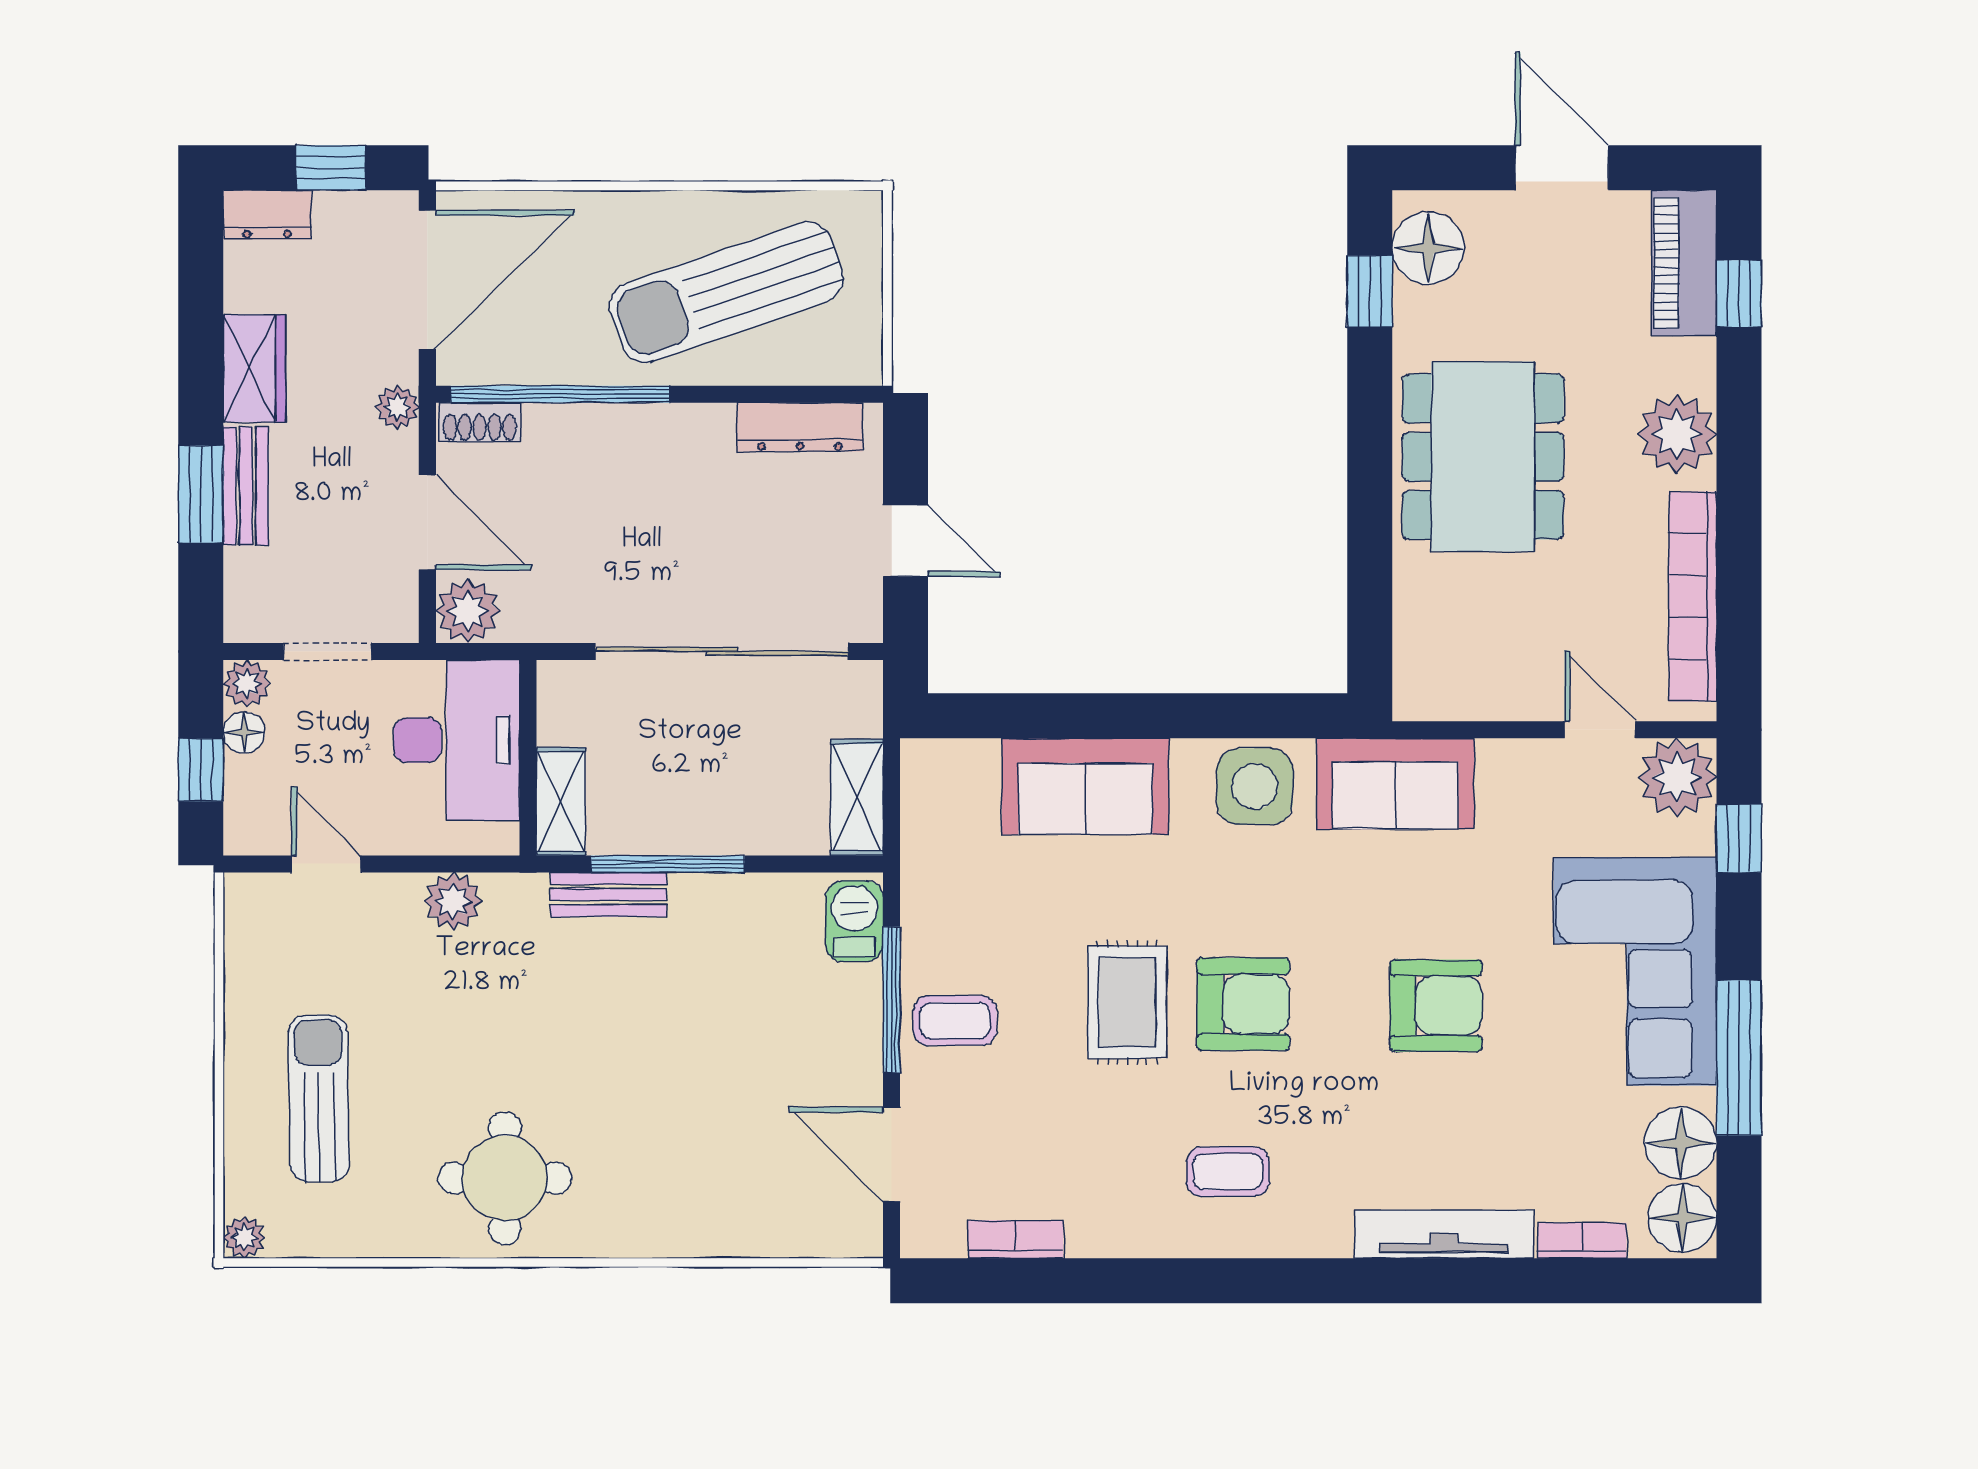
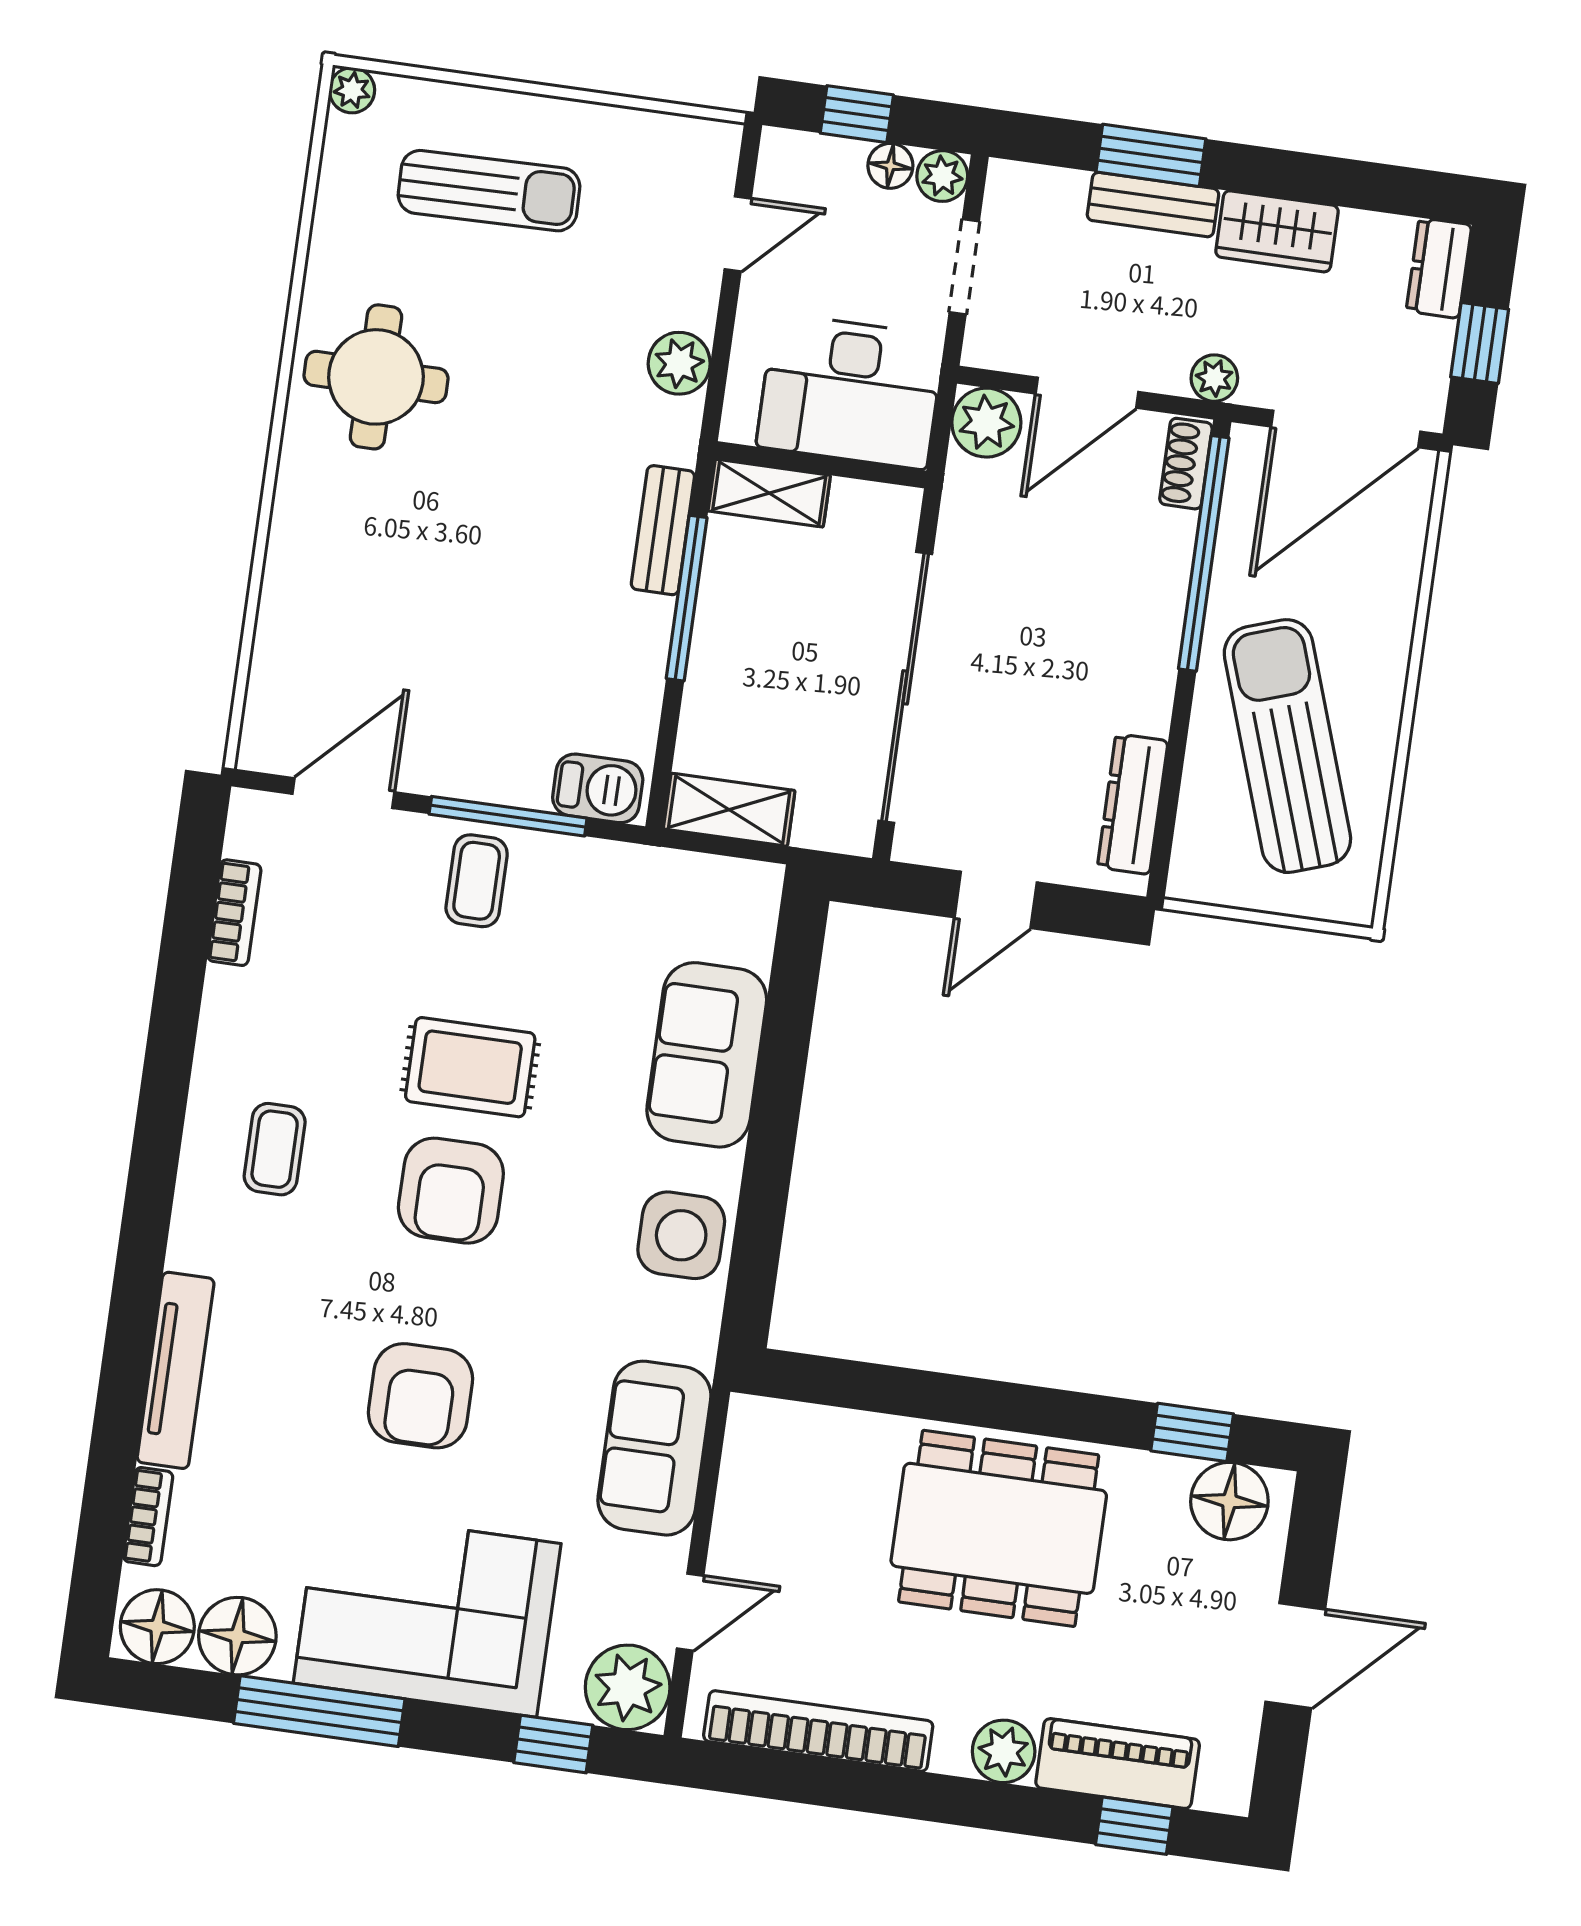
piano: (1684, 263) -> (1118, 1764), moved
door: (427, 280) -> (1346, 429), hinge flipped
plant: (1677, 434) -> (1004, 1751), width x0.73, depth x0.73
sofa: (1395, 784) -> (654, 1448), moved

